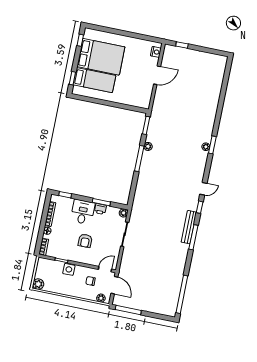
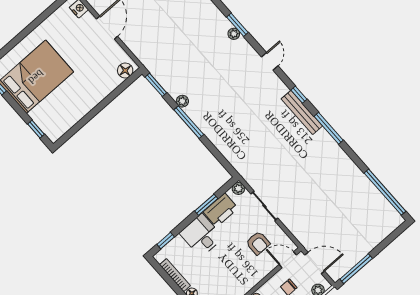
bed: (94, 80) -> (58, 105), removed
floor lamp: (141, 103) -> (125, 70), added
door: (203, 189) -> (270, 61), moved
printer: (100, 209) -> (221, 210), width x1.87, depth x1.48
bench: (189, 227) -> (302, 112), moved
armchair: (85, 241) -> (258, 243), moved
door: (105, 269) -> (288, 260), hinge flipped

